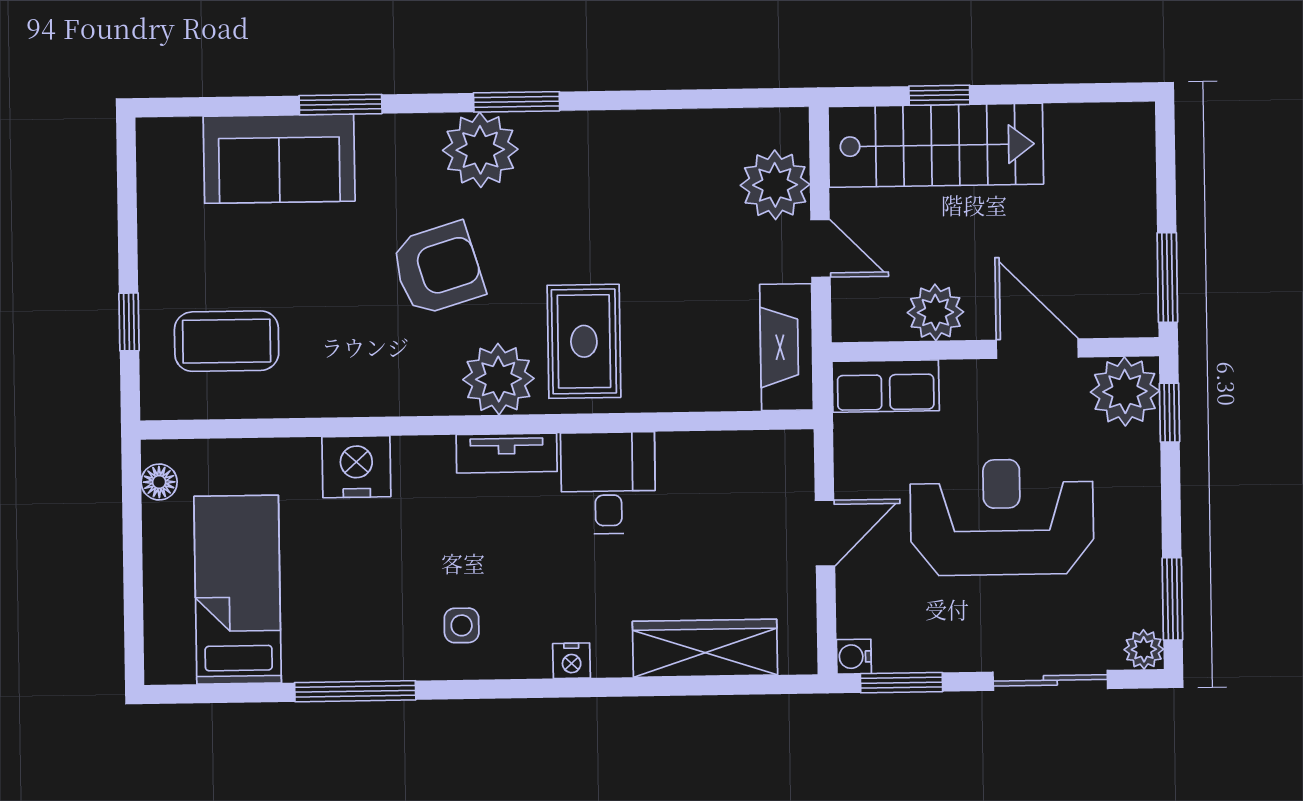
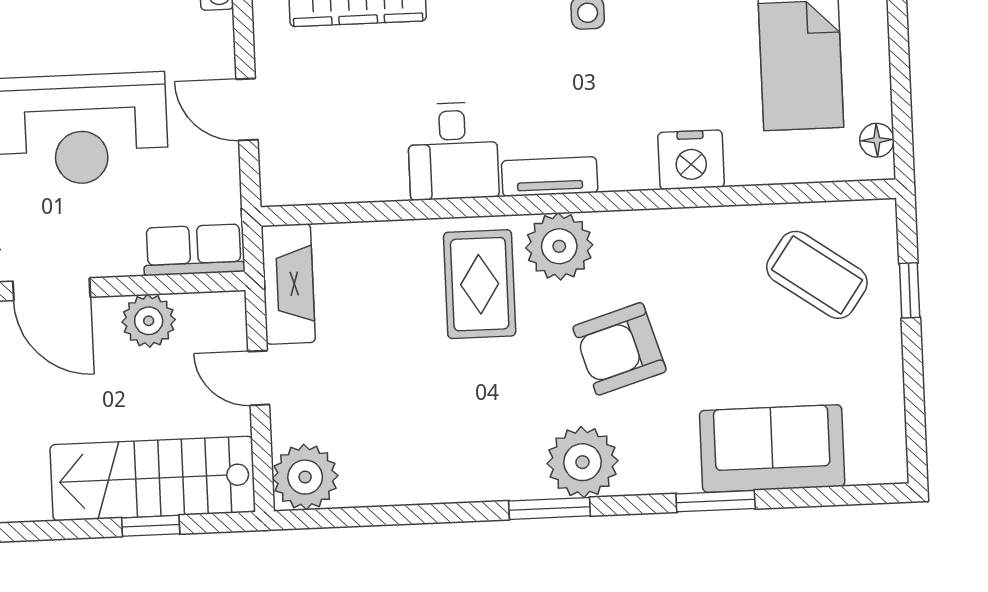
plant: (775, 185) -> (305, 477), moved
coffee table: (227, 341) -> (817, 275), turned 35
door: (825, 533) -> (247, 109), hinge flipped

